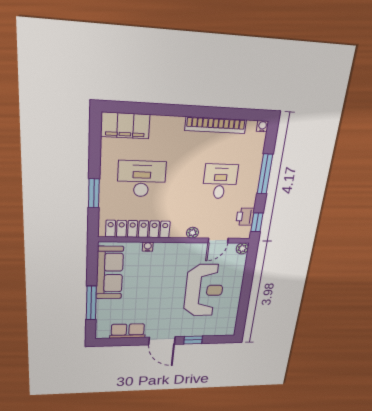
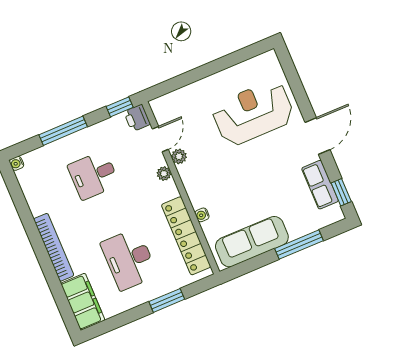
bookcase: (216, 125) -> (54, 247), moved
printer: (245, 217) -> (137, 118), moved, turned 90
door: (218, 241) -> (160, 139), hinge flipped
plant: (242, 248) -> (179, 156), moved
reception desk: (204, 290) -> (253, 113), moved
window: (193, 340) -> (341, 192), moved

